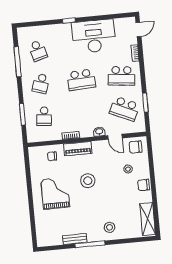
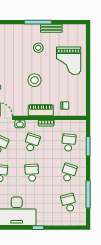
school desk: (81, 80) -> (32, 173), width x0.54
school desk: (84, 112) -> (32, 143), added
grand piano: (55, 193) -> (69, 61), moved
stool: (109, 227) -> (38, 48), moved

